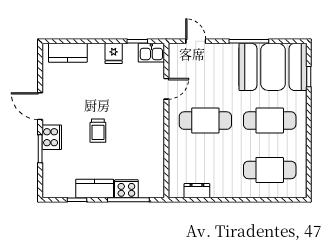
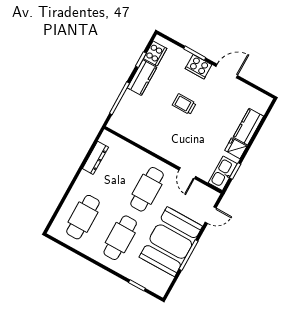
kitchen counter: (68, 53) -> (248, 127), moved
kitchen sink: (151, 53) -> (223, 173), width x1.38
booth: (273, 67) -> (171, 242), moved
cooker: (126, 189) -> (155, 54), moved
dresser: (197, 191) -> (95, 158), width x1.44

